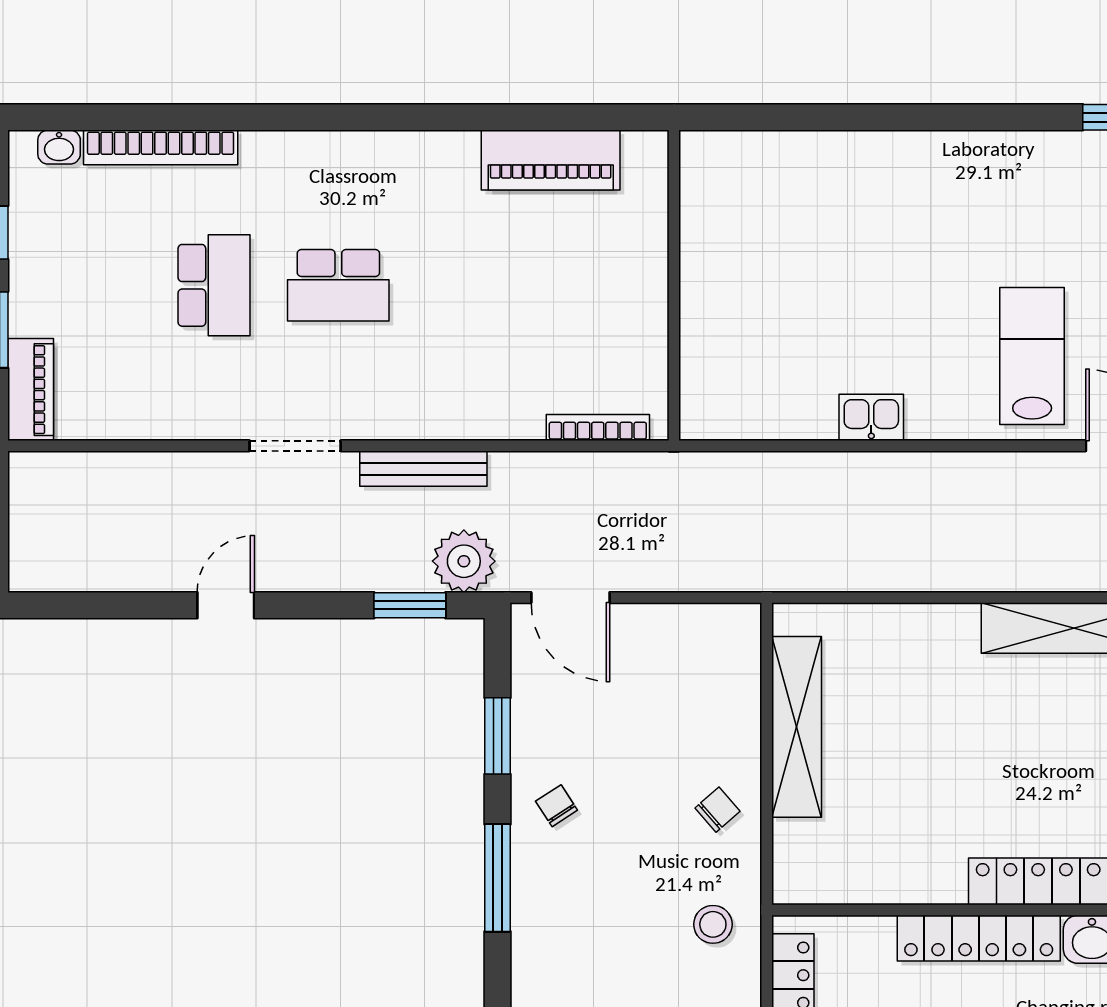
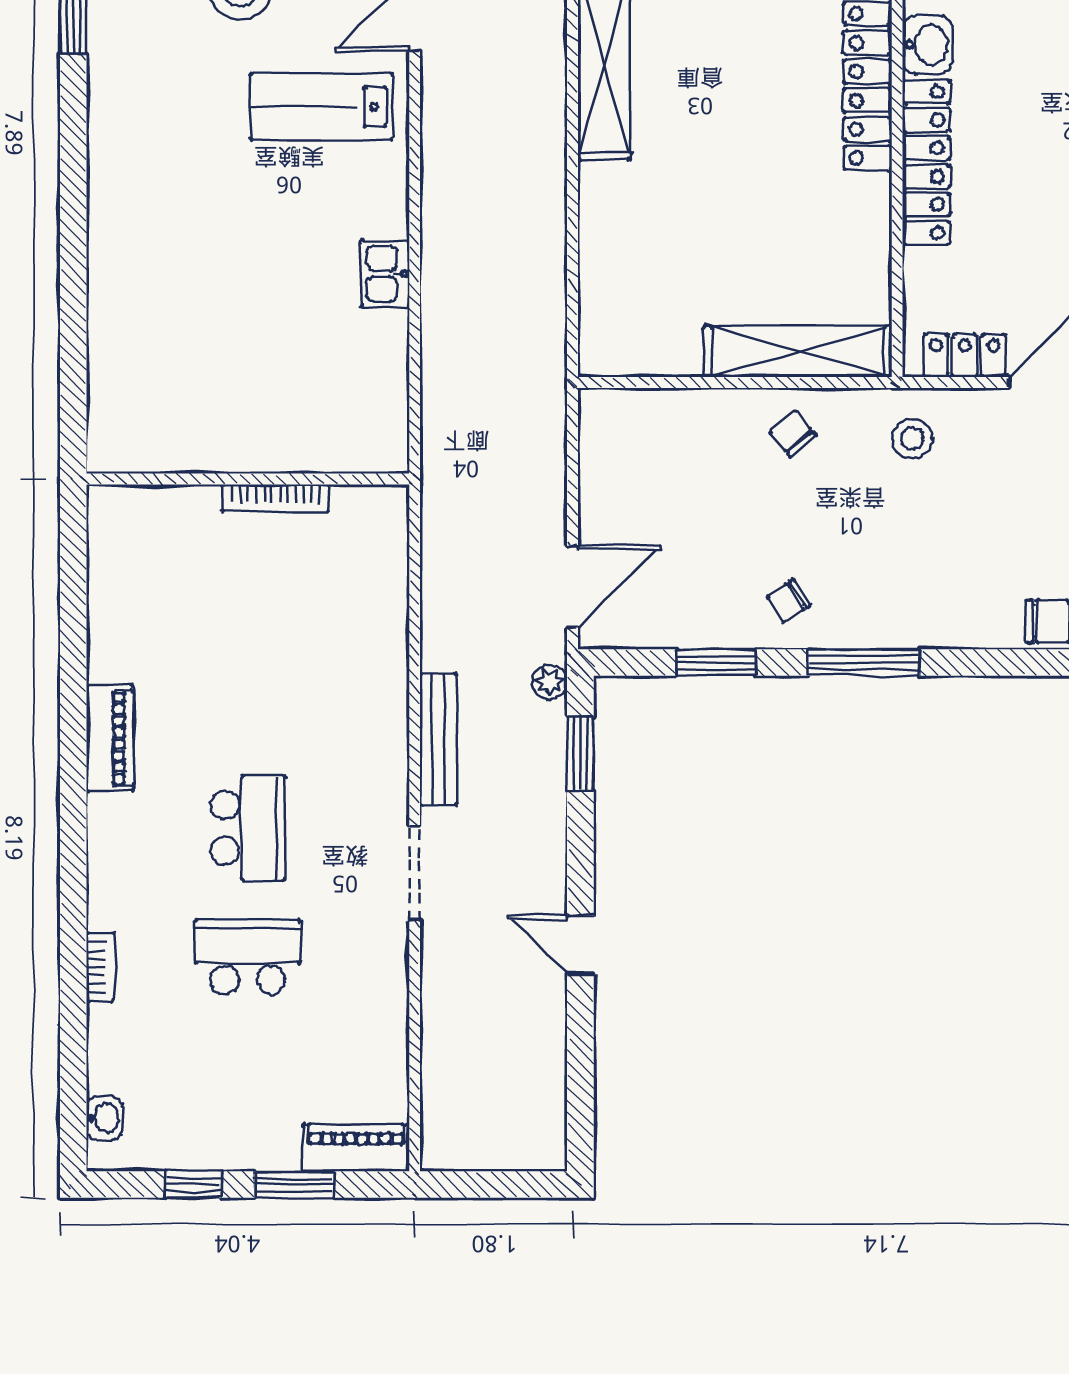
bookcase: (161, 147) -> (100, 967), width x0.43, depth x0.76
piano: (551, 160) -> (110, 738), moved, width x0.73, depth x0.75
bookcase: (598, 427) -> (276, 498), moved, turned -90
plant: (464, 561) -> (550, 682), width x0.53, depth x0.53
shelving: (797, 727) -> (798, 352), moved

